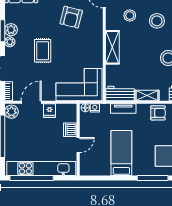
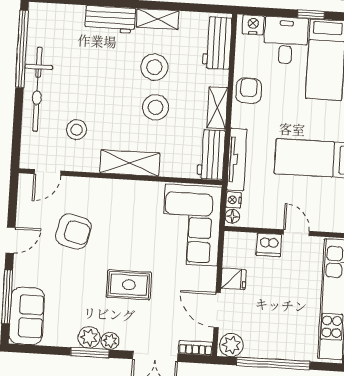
stool: (157, 21) -> (156, 107), moved
tv unit: (123, 109) -> (237, 160), width x1.41

